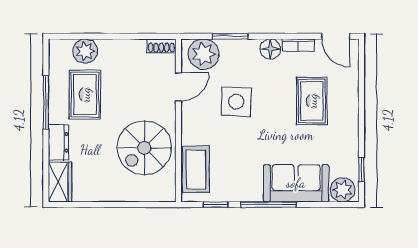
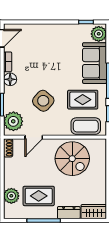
door: (178, 87) -> (34, 137), swing flipped
rug: (312, 101) -> (83, 100), moved
side table: (236, 102) -> (43, 101), turned 38

